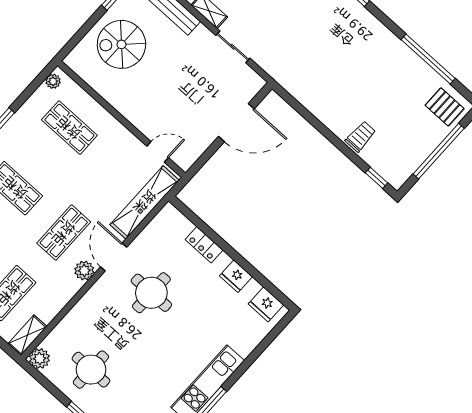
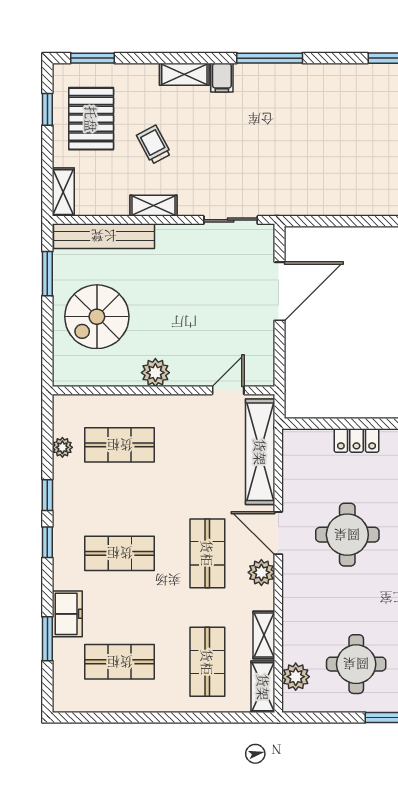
sliding door: (233, 47) -> (231, 220), moved
plant: (53, 81) -> (62, 447), moved
plant: (126, 105) -> (155, 373), added
shelving: (54, 307) -> (264, 635), added
plant: (40, 359) -> (296, 677), moved

